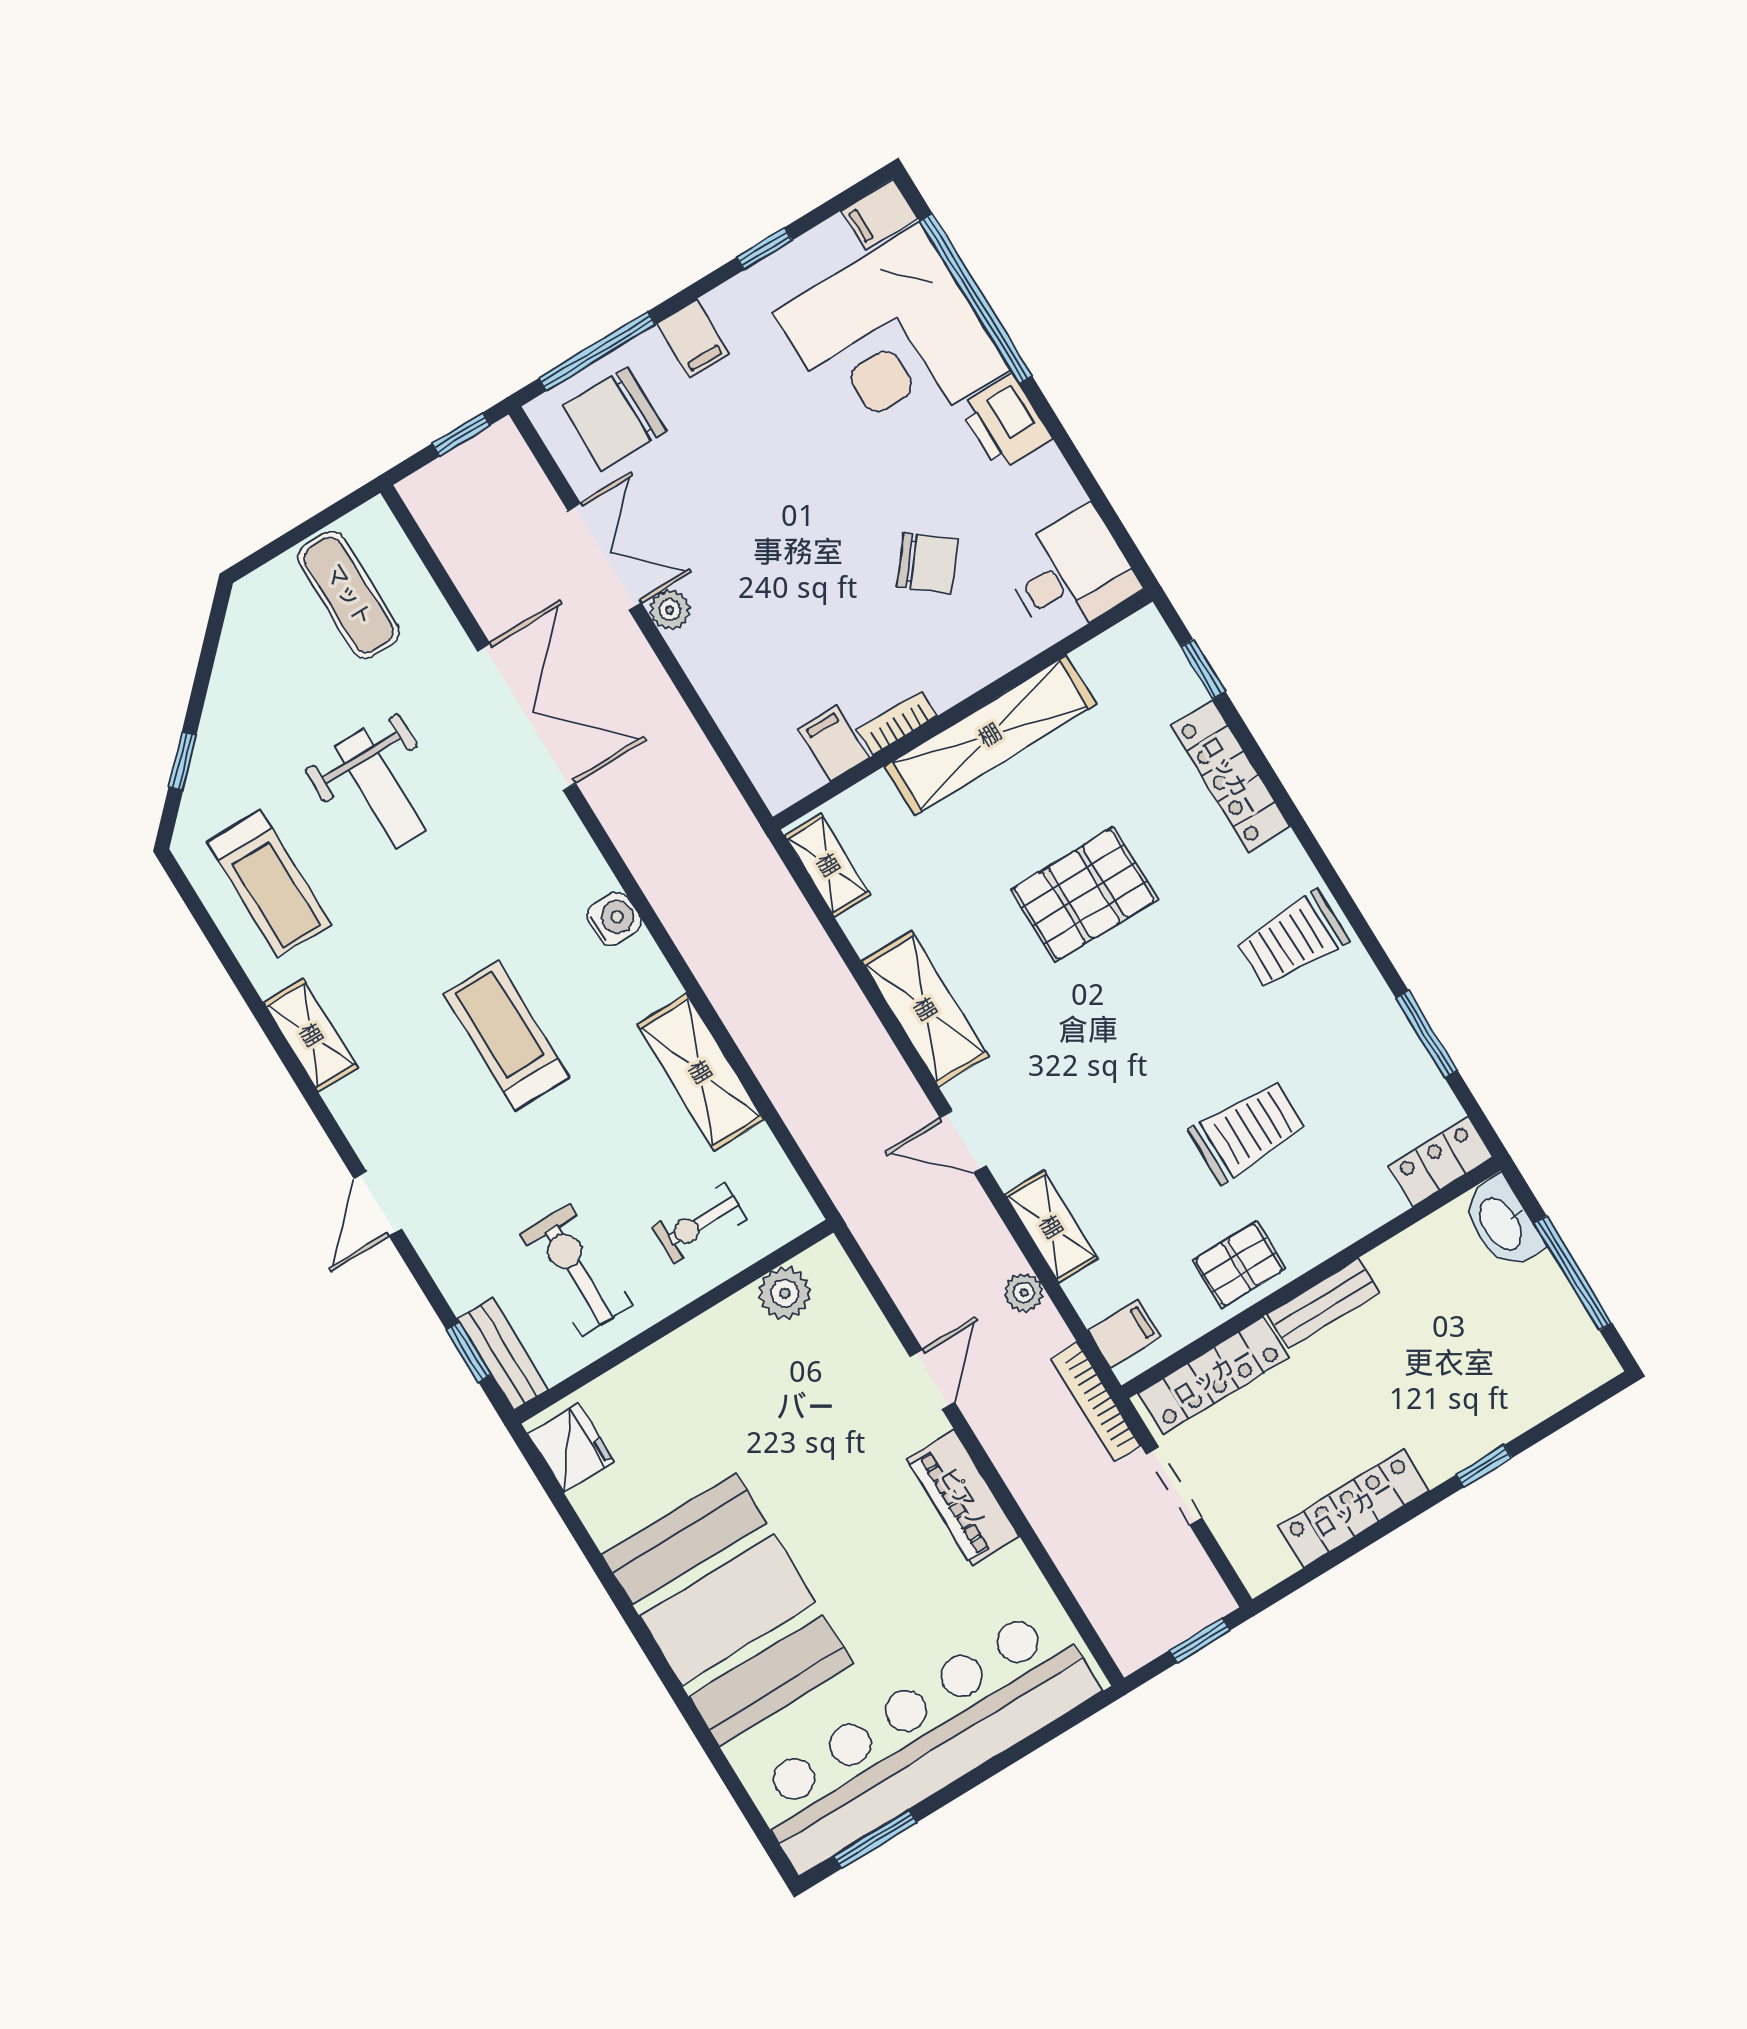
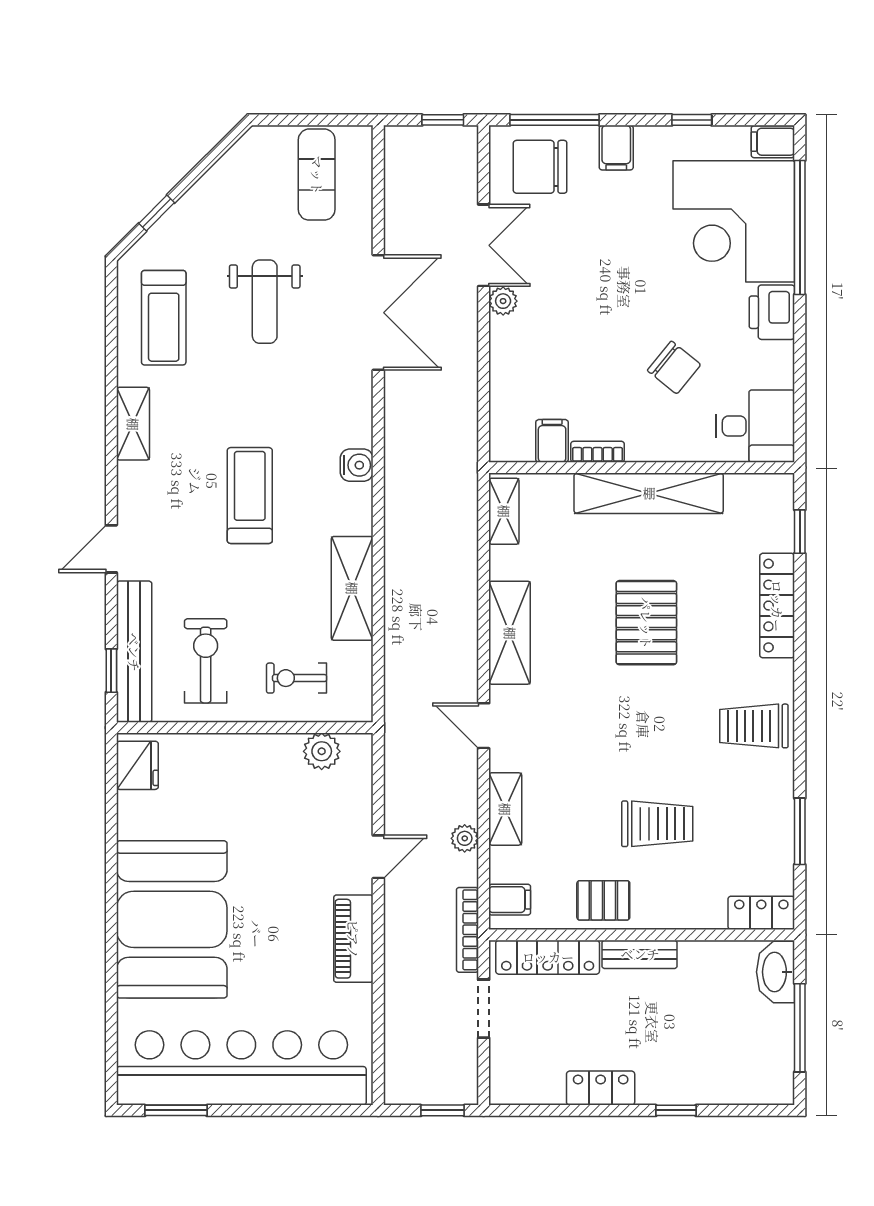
pallet: (1084, 894) -> (646, 623), turned 90
bench: (503, 1354) -> (134, 652), width x1.86, depth x1.21
locker: (1354, 1508) -> (601, 1088), width x0.66

